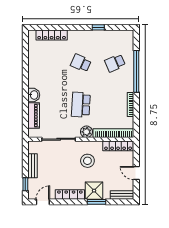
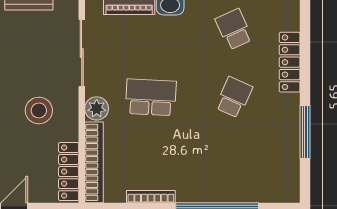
window: (98, 27) -> (305, 132), width x2.17
locker: (52, 35) -> (290, 62), moved
school desk: (115, 63) -> (234, 29), moved

